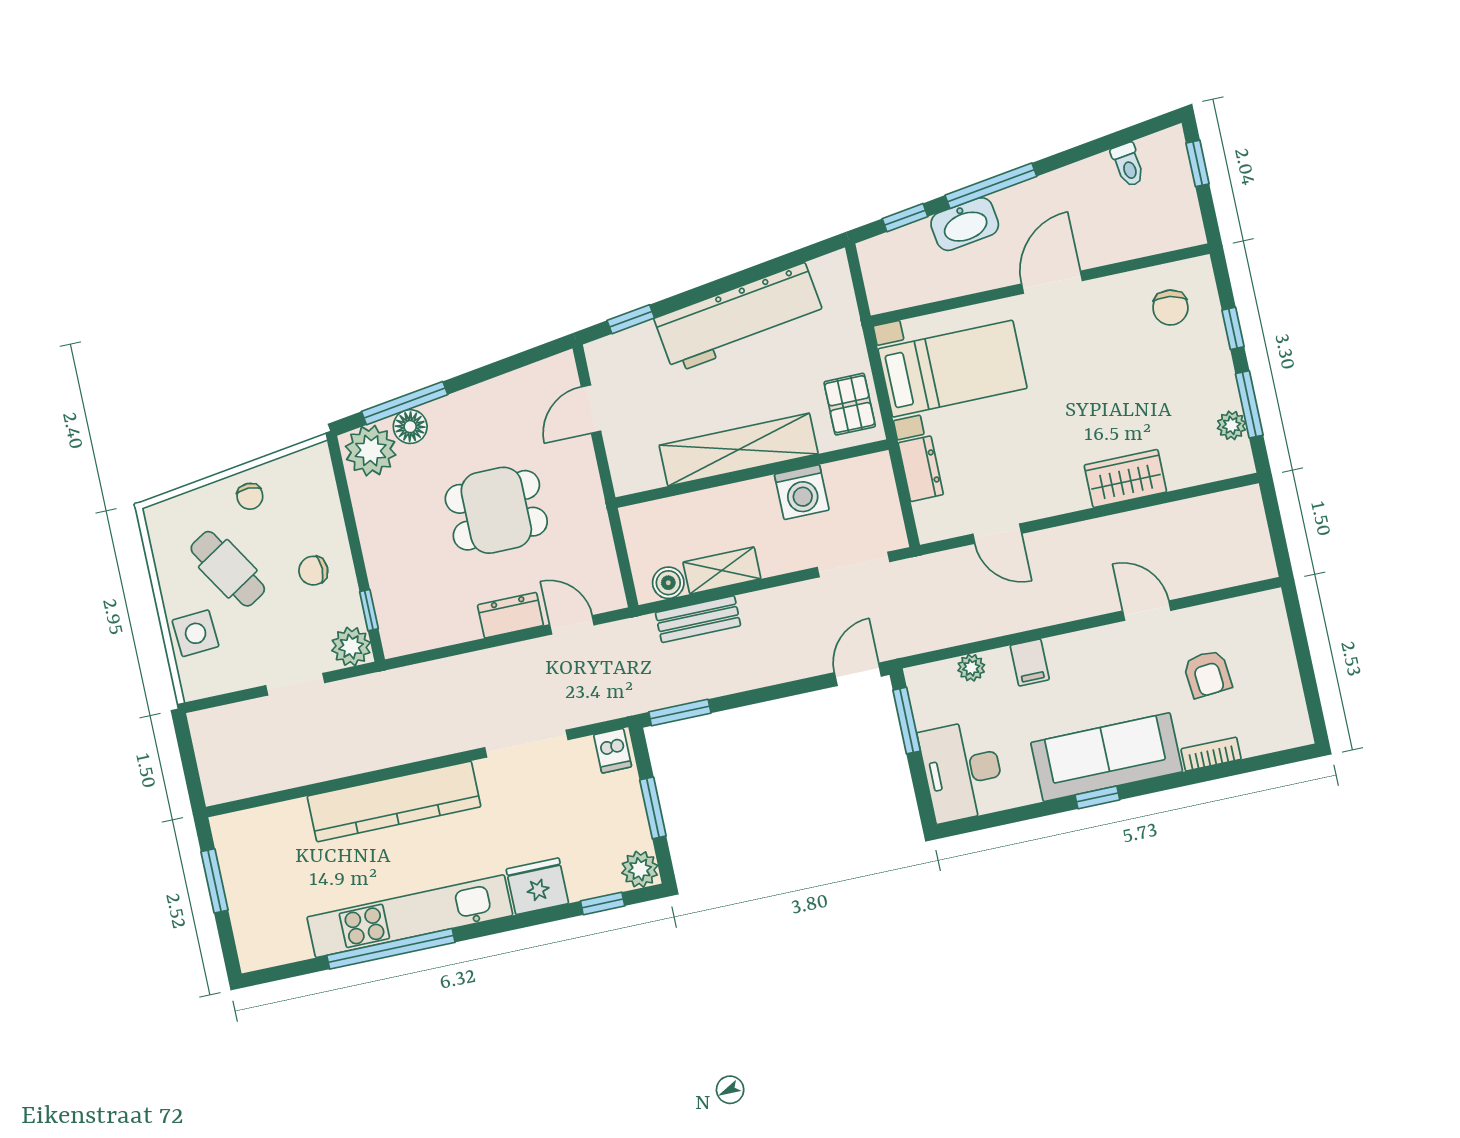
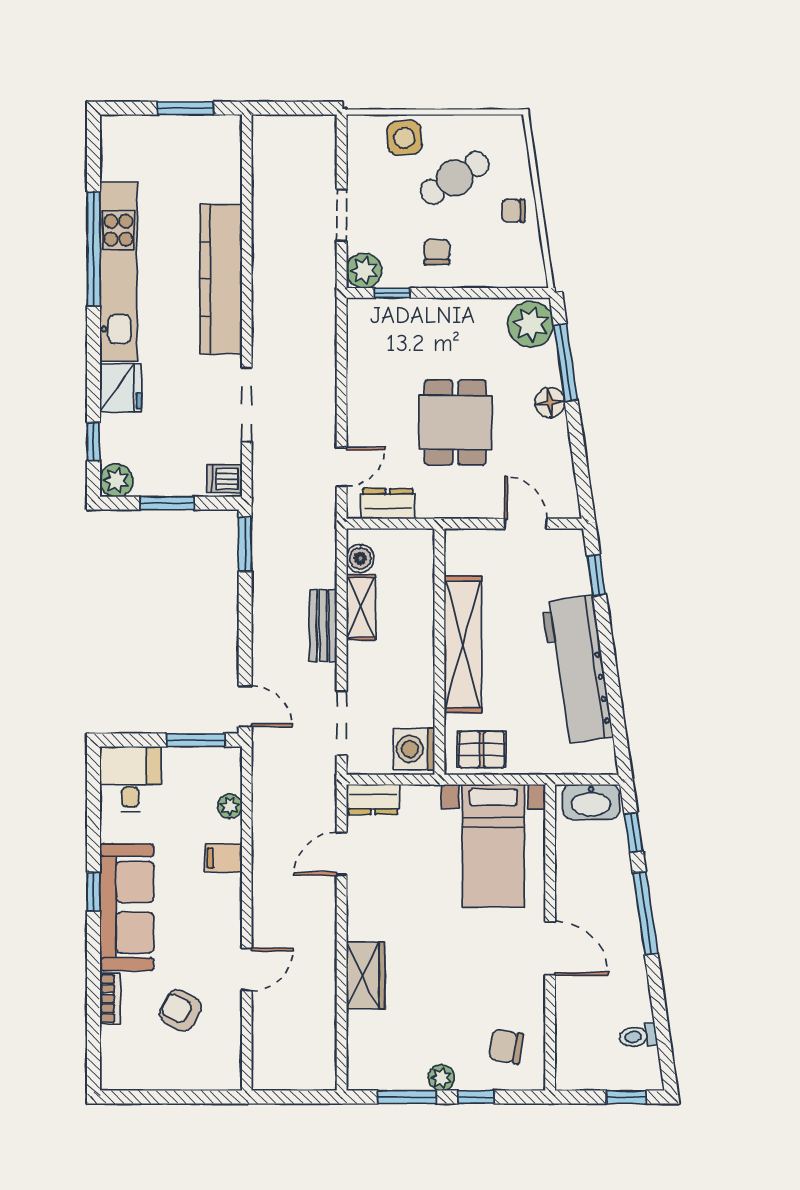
washbasin: (965, 224) -> (591, 802), moved, turned -82
plant: (1232, 425) -> (441, 1078), moved
floor lamp: (410, 427) -> (550, 403), moved
dresser: (921, 469) -> (373, 799), moved
washing machine: (802, 492) -> (414, 749), moved
dresser: (510, 615) -> (388, 504), moved, turned -90
bench: (698, 619) -> (323, 626), moved
armchair: (1207, 674) -> (180, 1010), turned 33
desk: (962, 771) -> (130, 779), width x0.73

